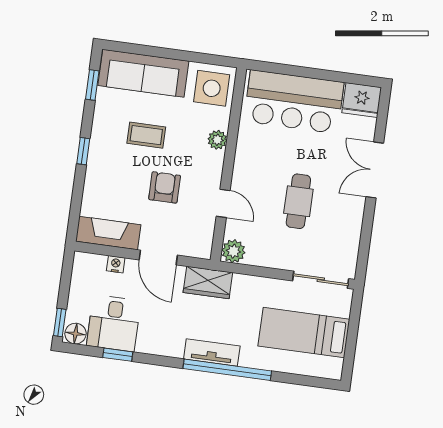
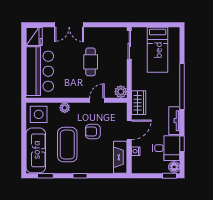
coffee table: (146, 135) -> (67, 145), width x1.86, depth x1.72
cafe table: (298, 201) -> (91, 62), turned 90
tv unit: (212, 352) -> (174, 121), moved

